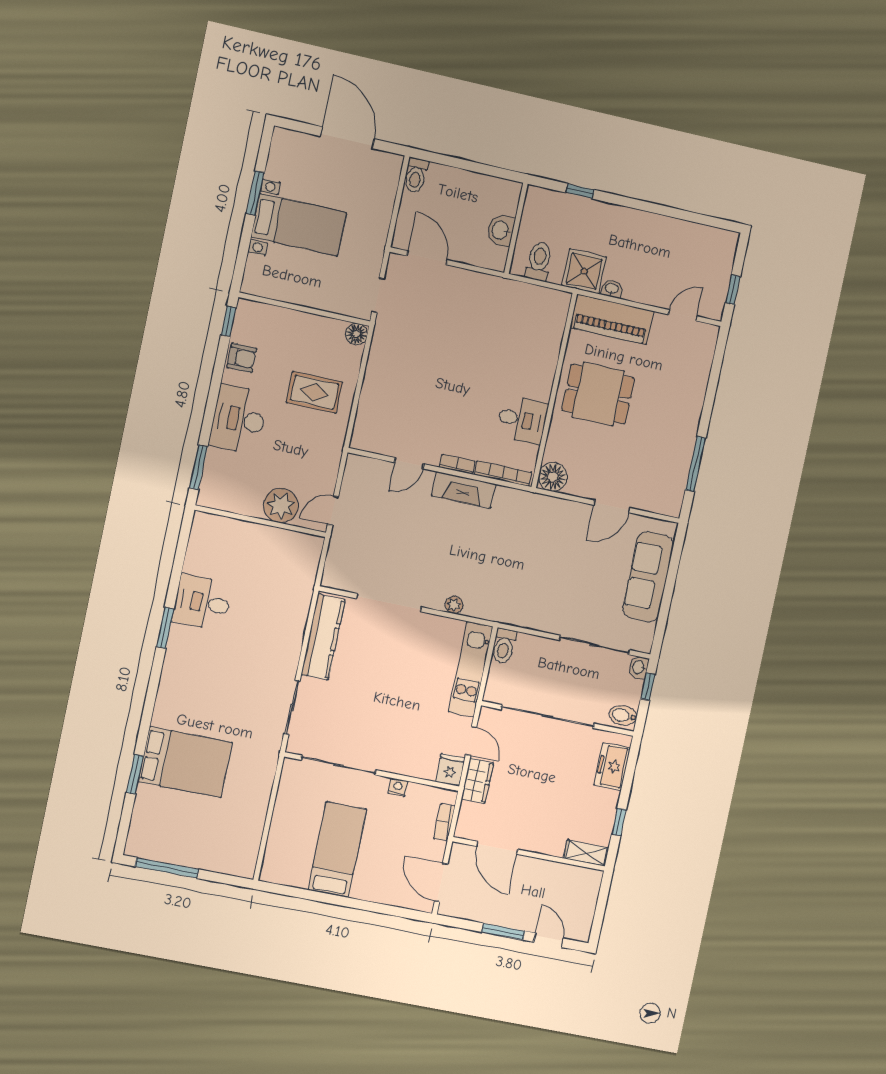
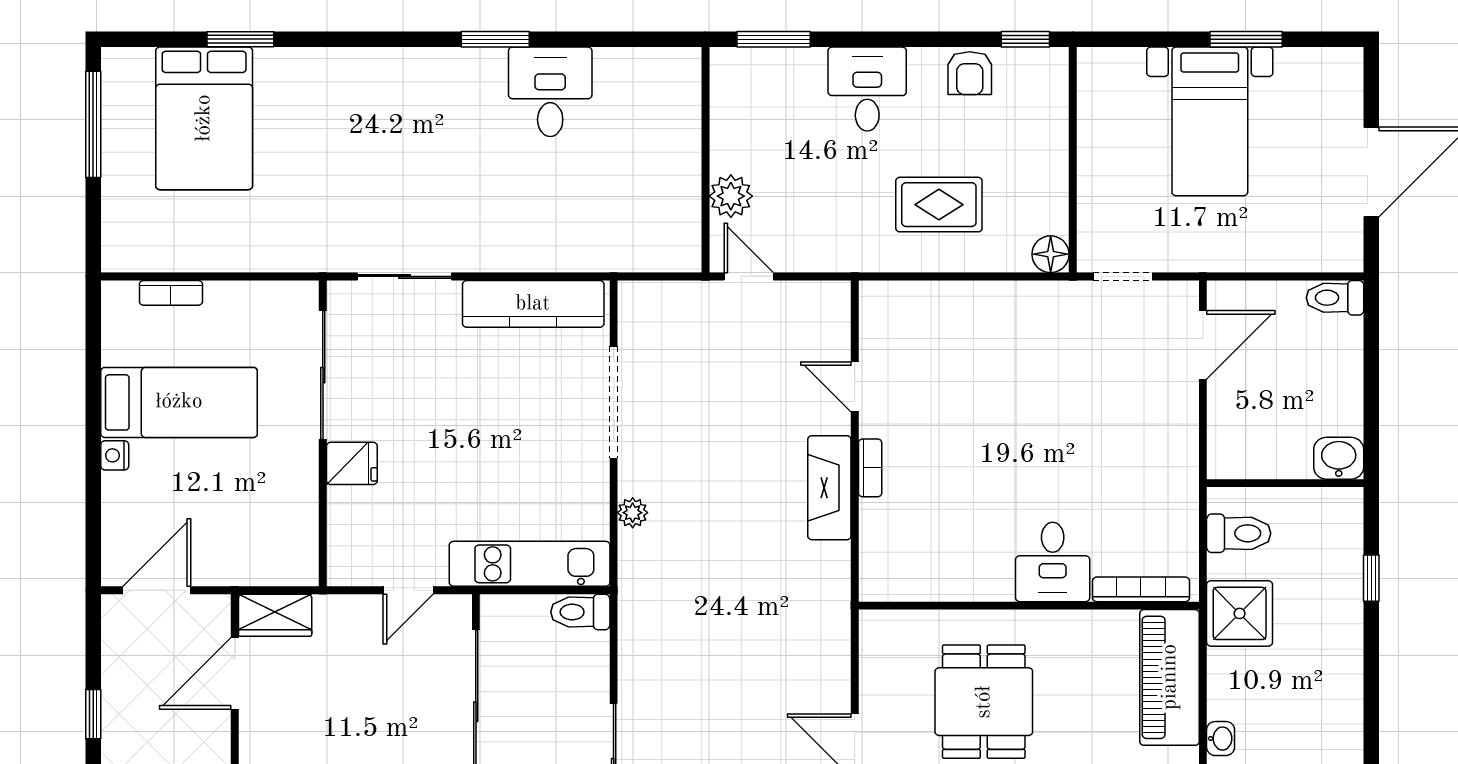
washbasin: (501, 230) -> (1339, 458), moved
washbasin: (612, 289) -> (1221, 739), moved
rug: (314, 392) -> (939, 205), turned 90
dining table: (598, 394) -> (984, 702), moved
desk: (239, 419) -> (867, 89), width x0.73
desk: (522, 420) -> (1053, 562), moved
bookcase: (503, 474) -> (1141, 589), moved, turned -90
floor lamp: (553, 477) -> (883, 634), removed
plant: (281, 506) -> (731, 196), width x0.73, depth x0.73
bed: (185, 762) -> (204, 118), moved
fridge: (450, 770) -> (352, 463), moved
wardrobe: (477, 781) -> (275, 615), moved
nightstand: (398, 787) -> (115, 455), moved, turned 180
bookcase: (444, 822) -> (171, 293), moved, turned 180
window: (503, 932) -> (93, 714), width x0.67

